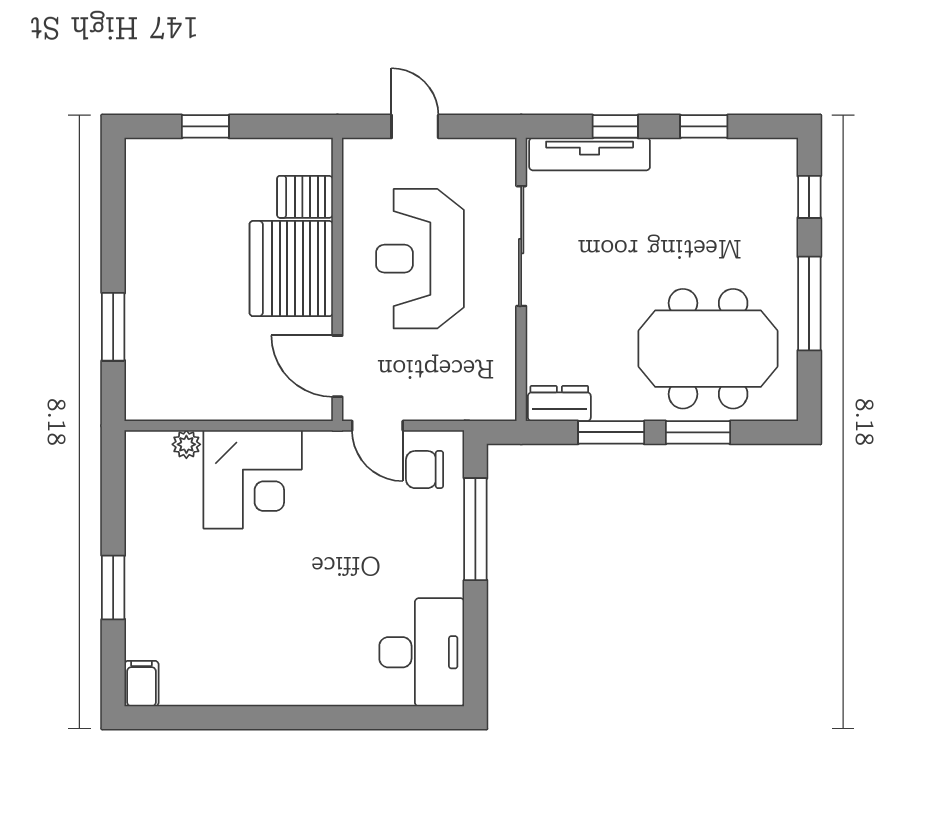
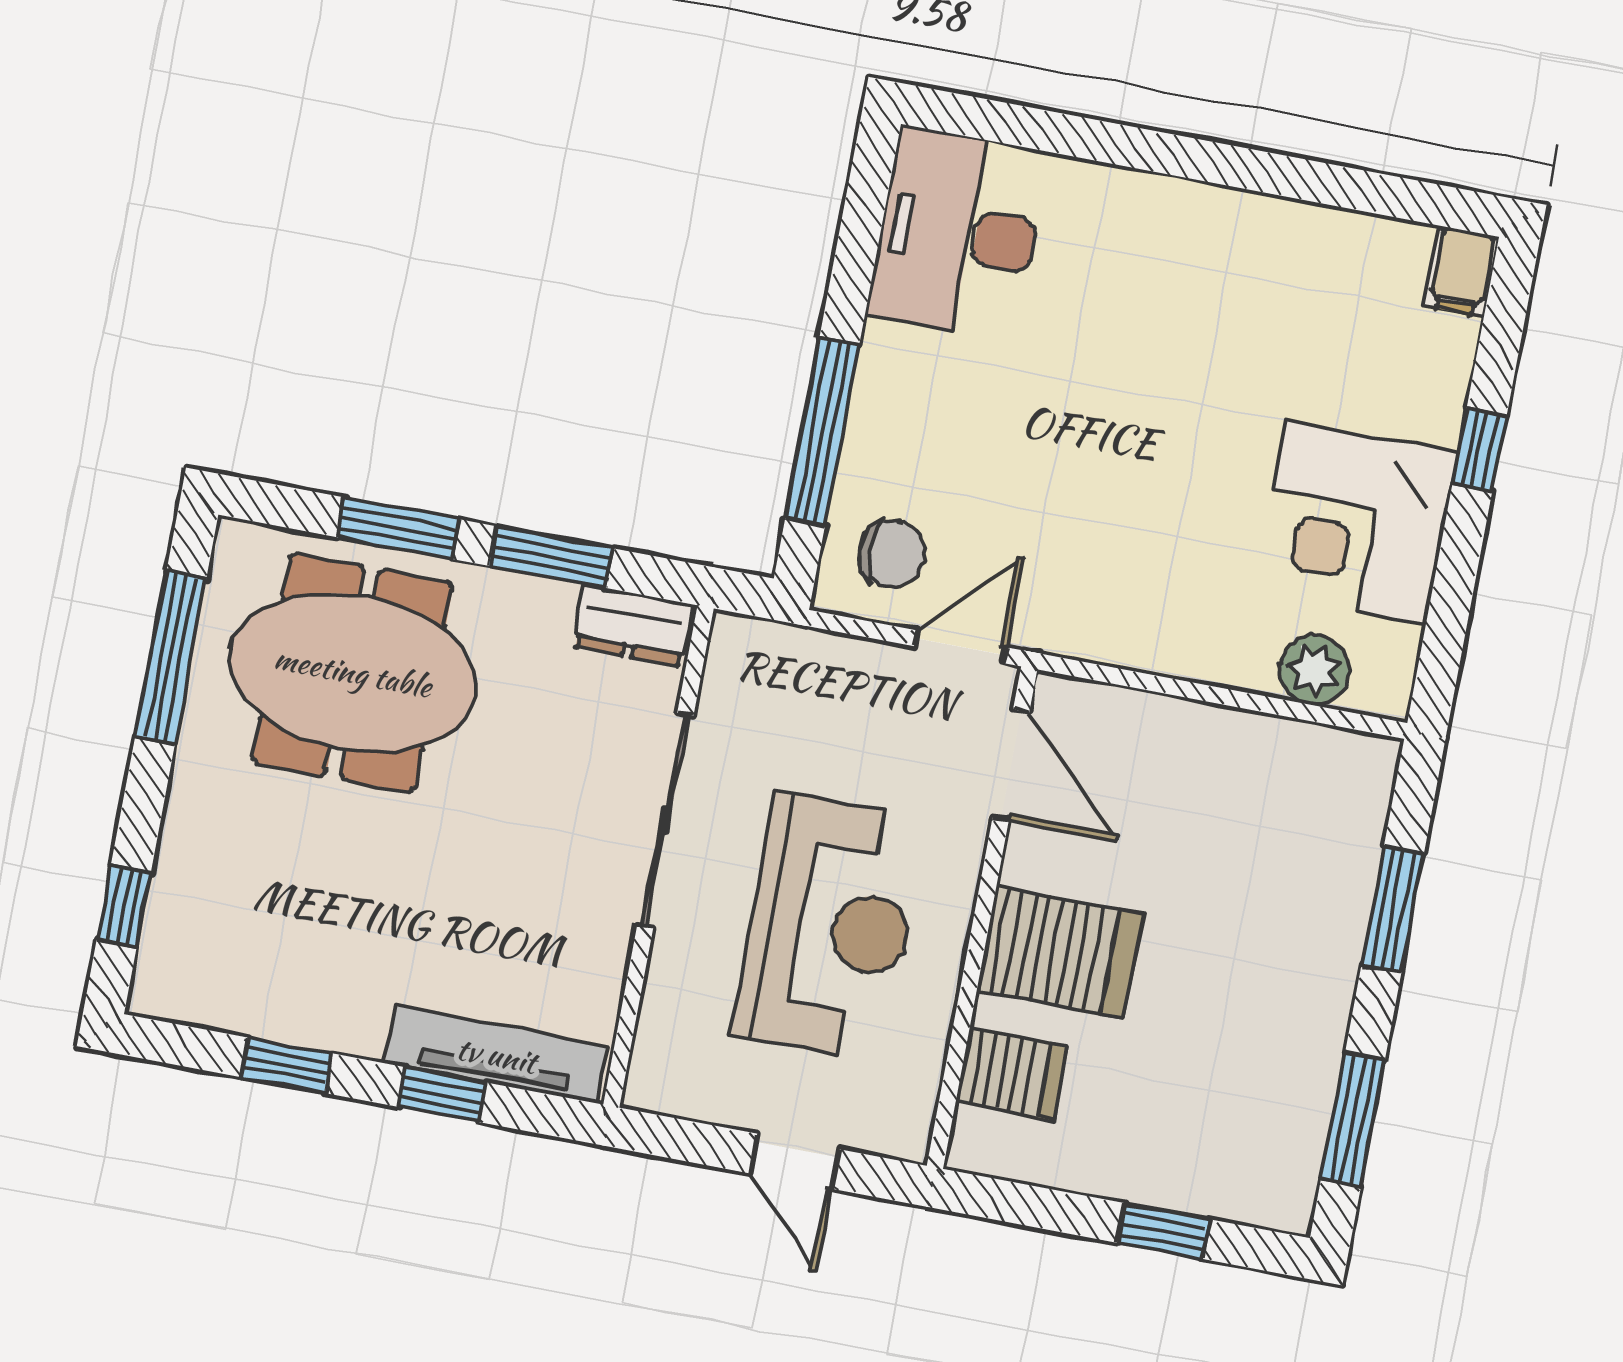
window: (113, 207) -> (1353, 1120), added
sliding door: (521, 246) -> (665, 820), moved
server rack: (291, 269) -> (1060, 952), width x0.62
window: (809, 304) -> (171, 657), moved
door: (377, 426) -> (960, 647), hinge flipped
plant: (186, 444) -> (1314, 670), width x1.38, depth x1.38
corner desk: (253, 479) -> (1356, 523), moved, turned -90
window: (113, 587) -> (1479, 450), width x0.67

